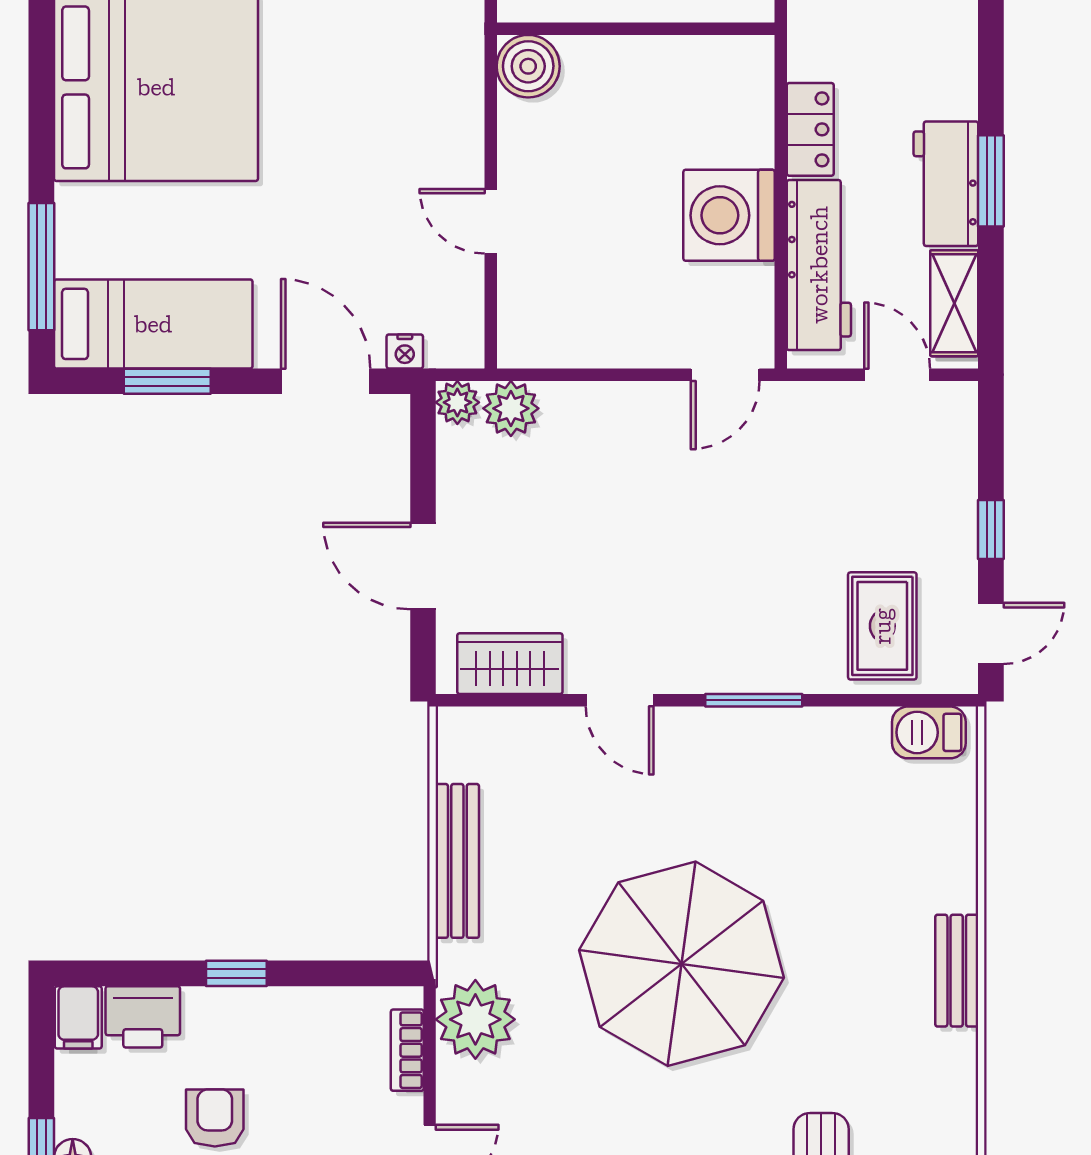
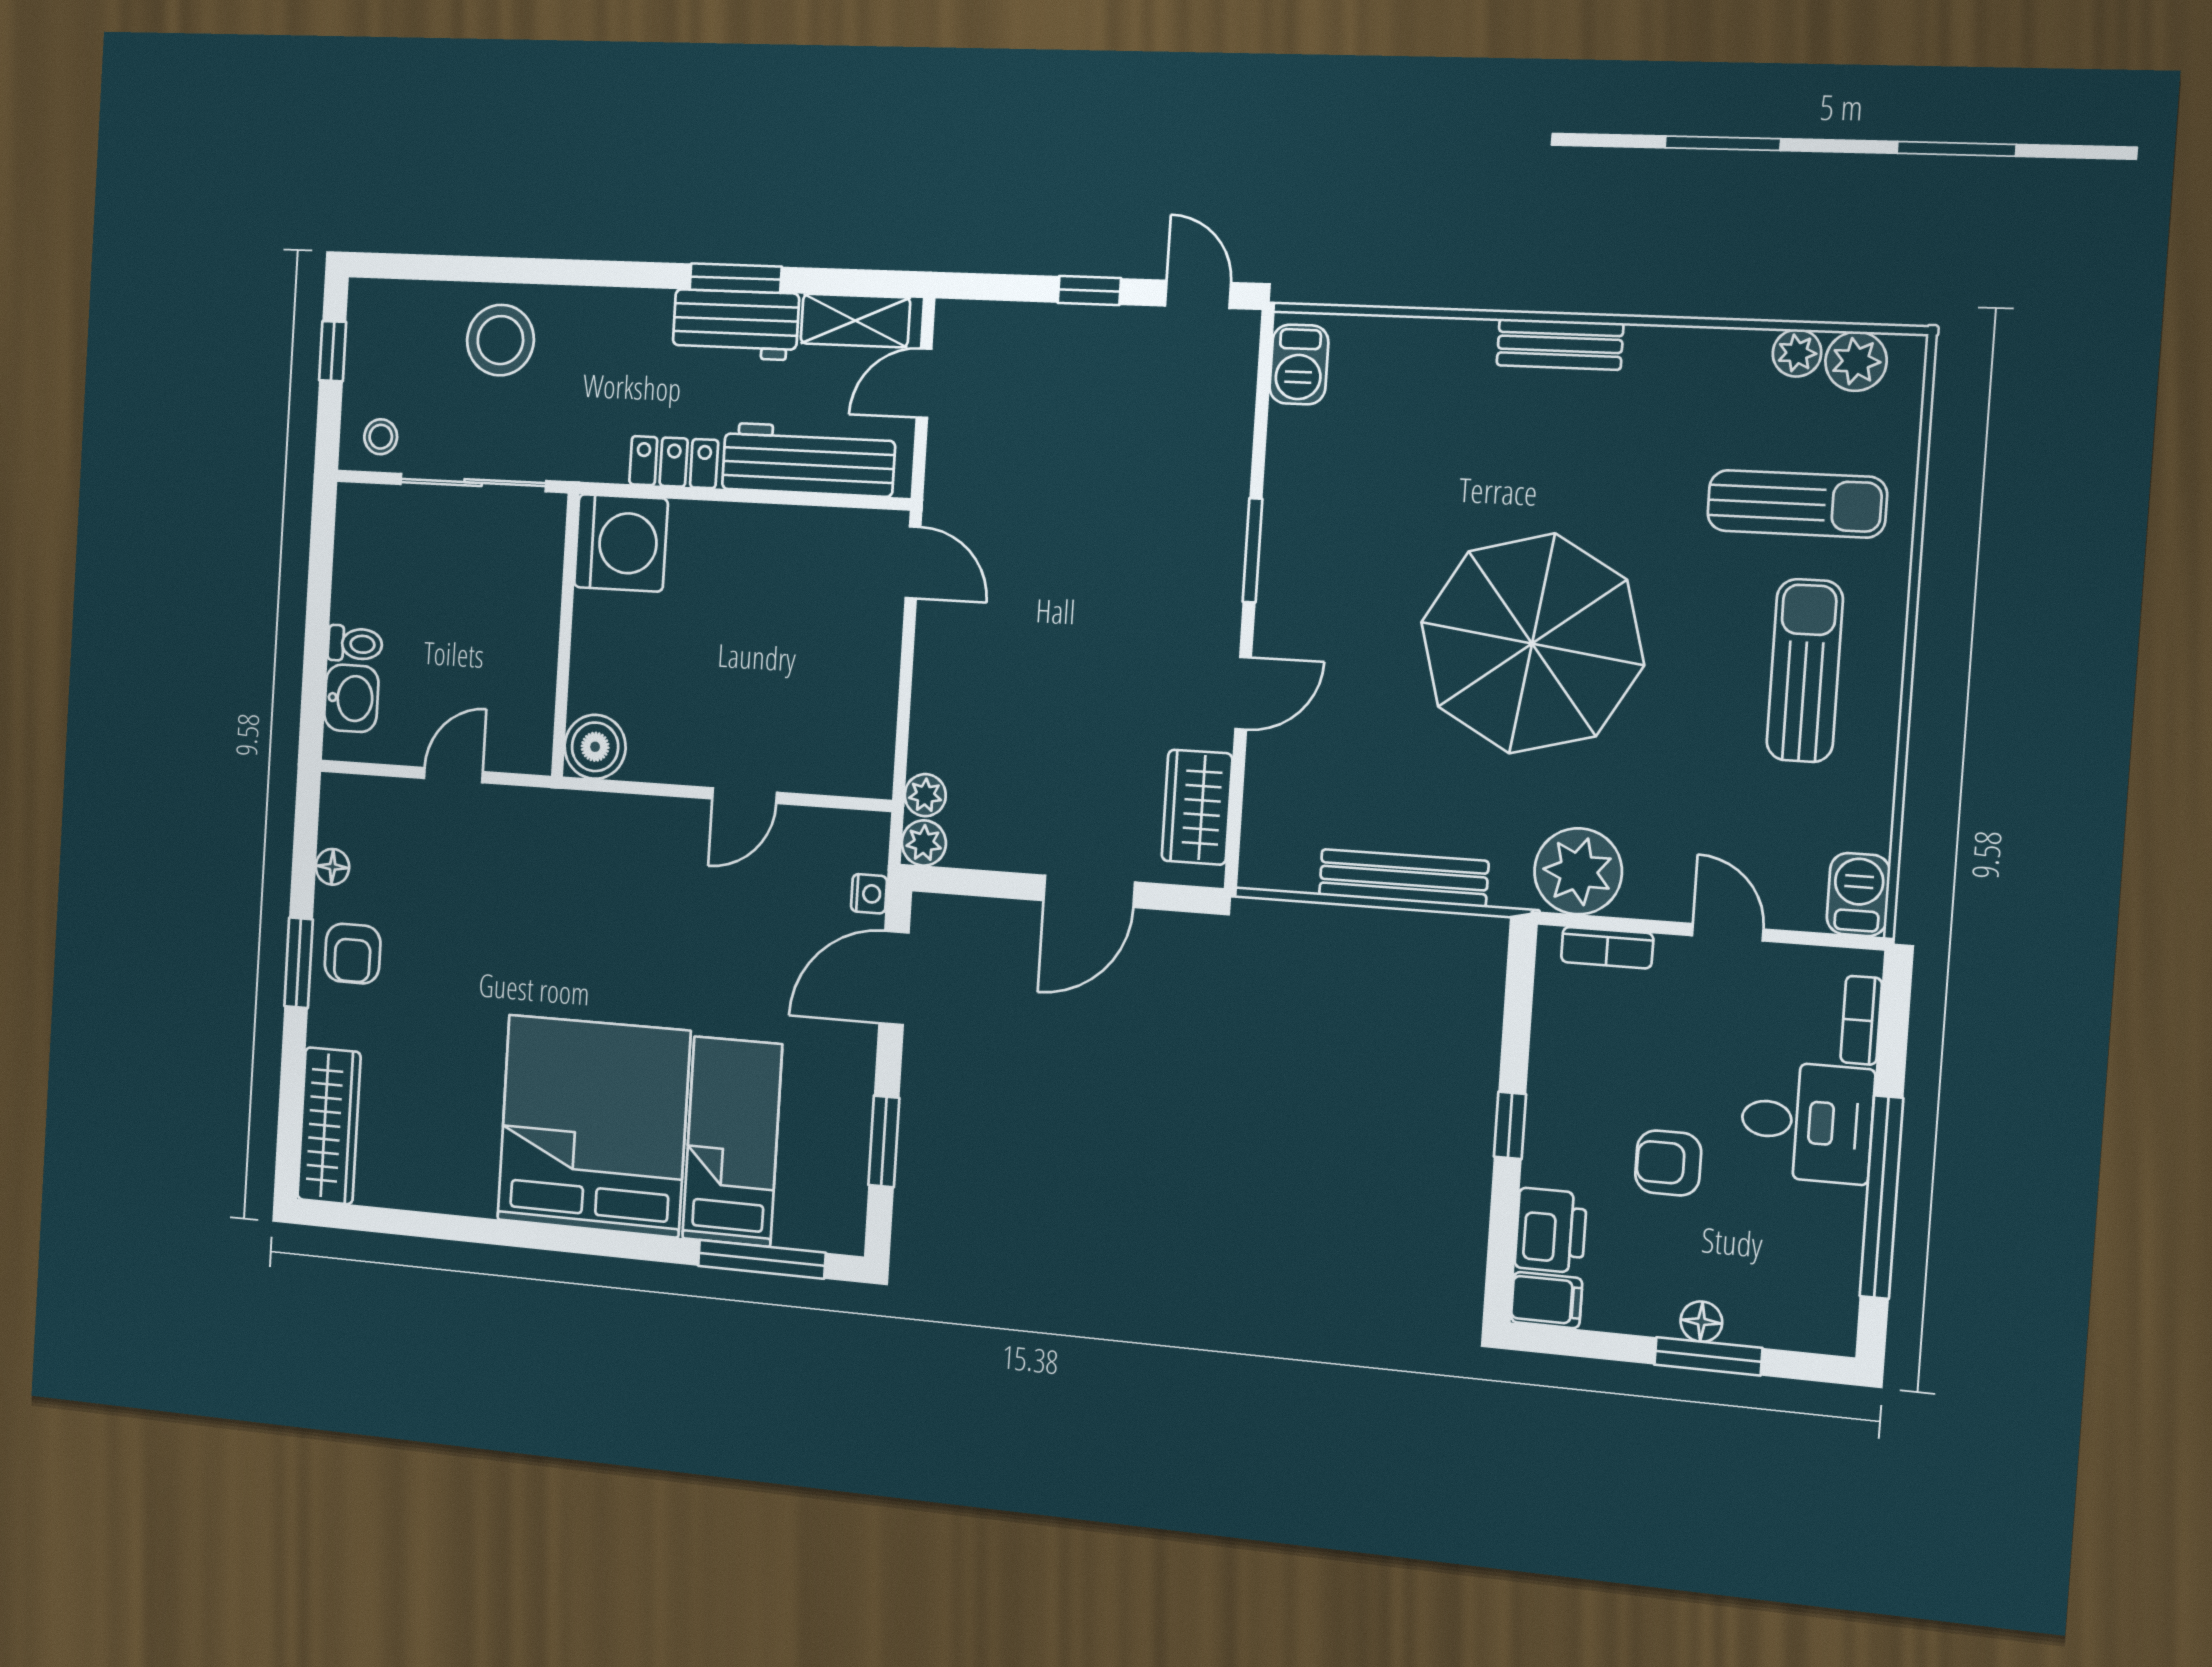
washing machine: (729, 215) -> (621, 543), moved, turned -90
bed: (153, 324) -> (732, 1142), moved
plant: (511, 408) -> (925, 795), width x0.73, depth x0.73
rug: (882, 626) -> (1183, 410), removed

